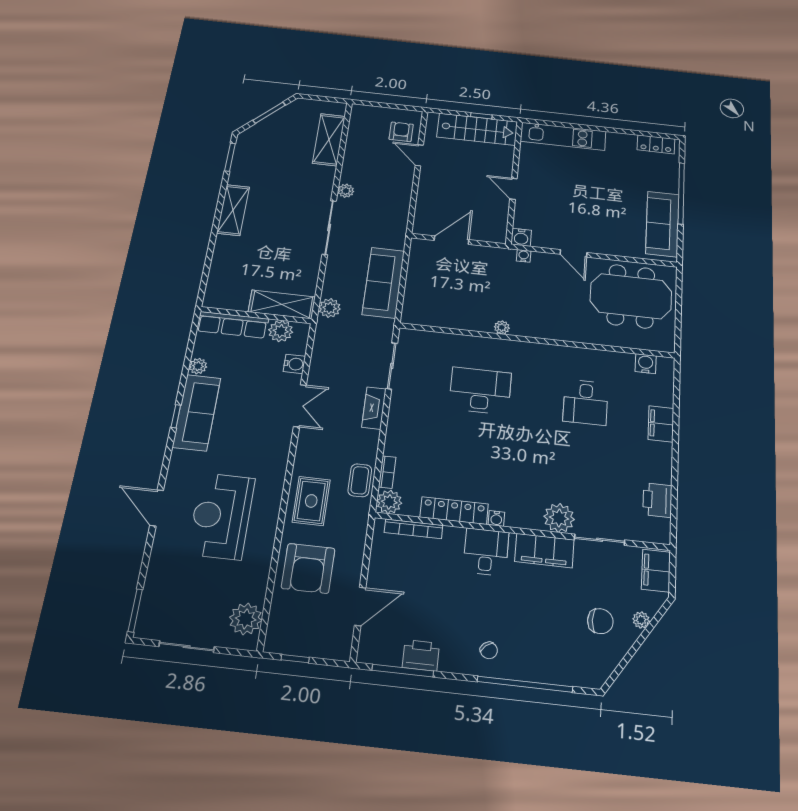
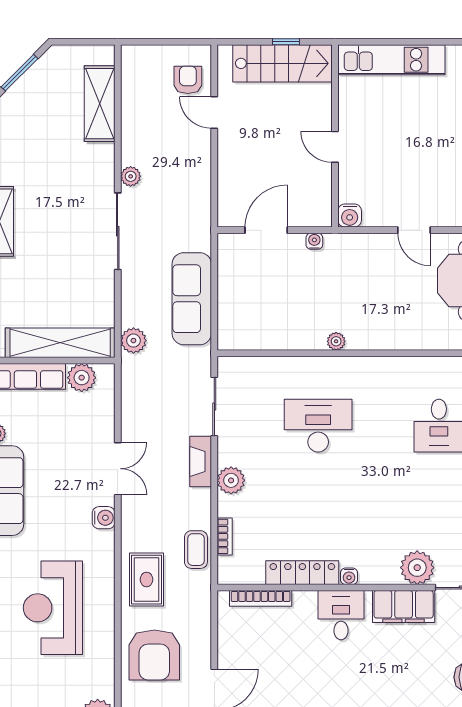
water cooler: (524, 256) -> (314, 241), moved
shelving: (282, 304) -> (60, 343), width x1.47
water cooler: (294, 364) -> (104, 518), moved
plant: (389, 502) -> (231, 480), moved

